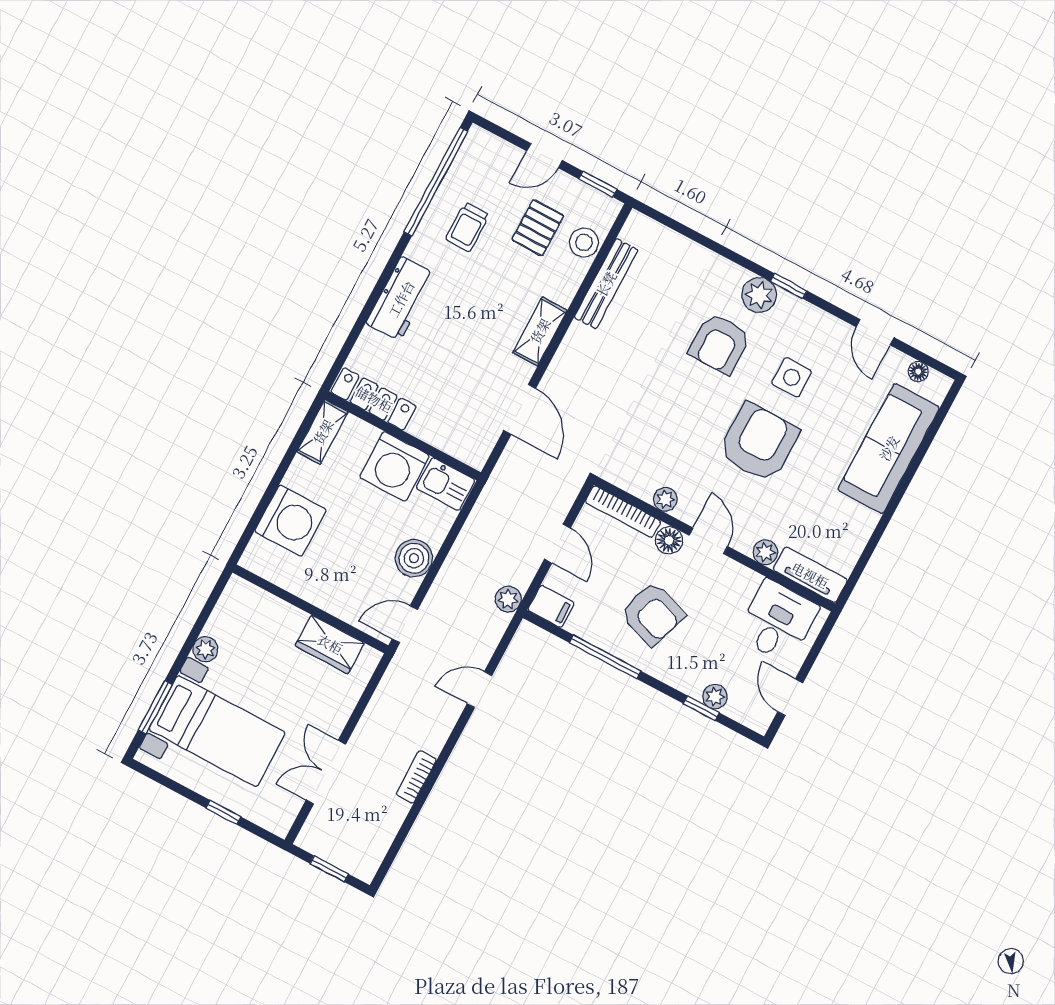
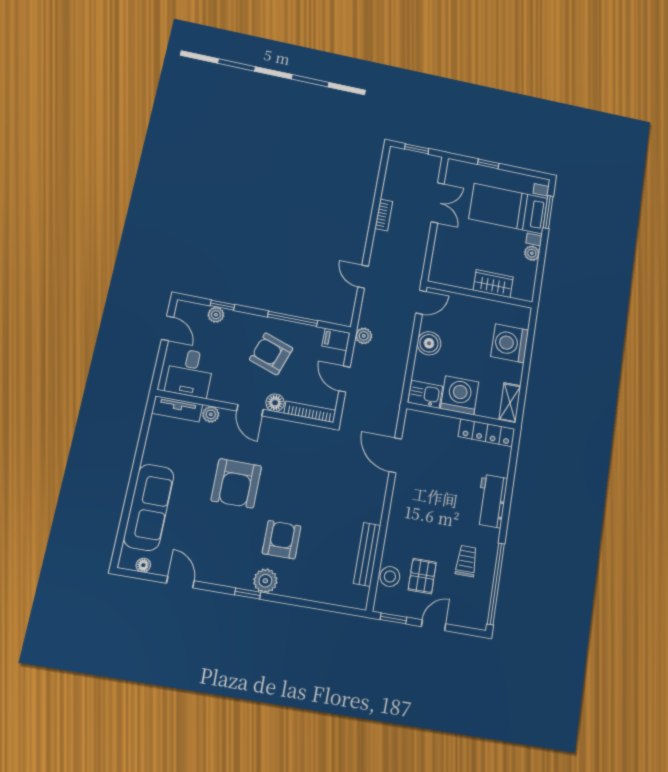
shelving: (540, 331) -> (399, 509), removed
side table: (792, 377) -> (227, 533), removed
plant: (665, 499) -> (285, 428), removed
wardrobe: (330, 644) -> (493, 284), moved
door: (480, 690) -> (363, 277), swing flipped

